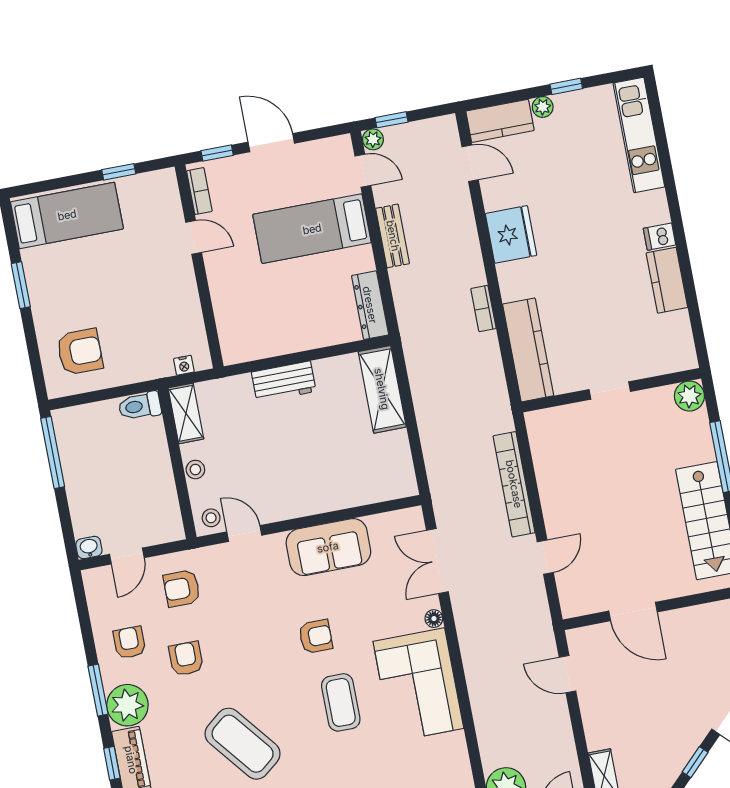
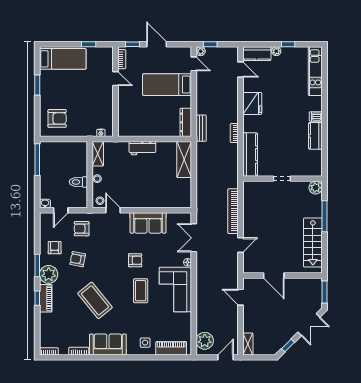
bench: (393, 236) -> (201, 128), moved
toilet: (140, 406) -> (78, 182), moved
armchair: (186, 659) -> (78, 259), turned -79

